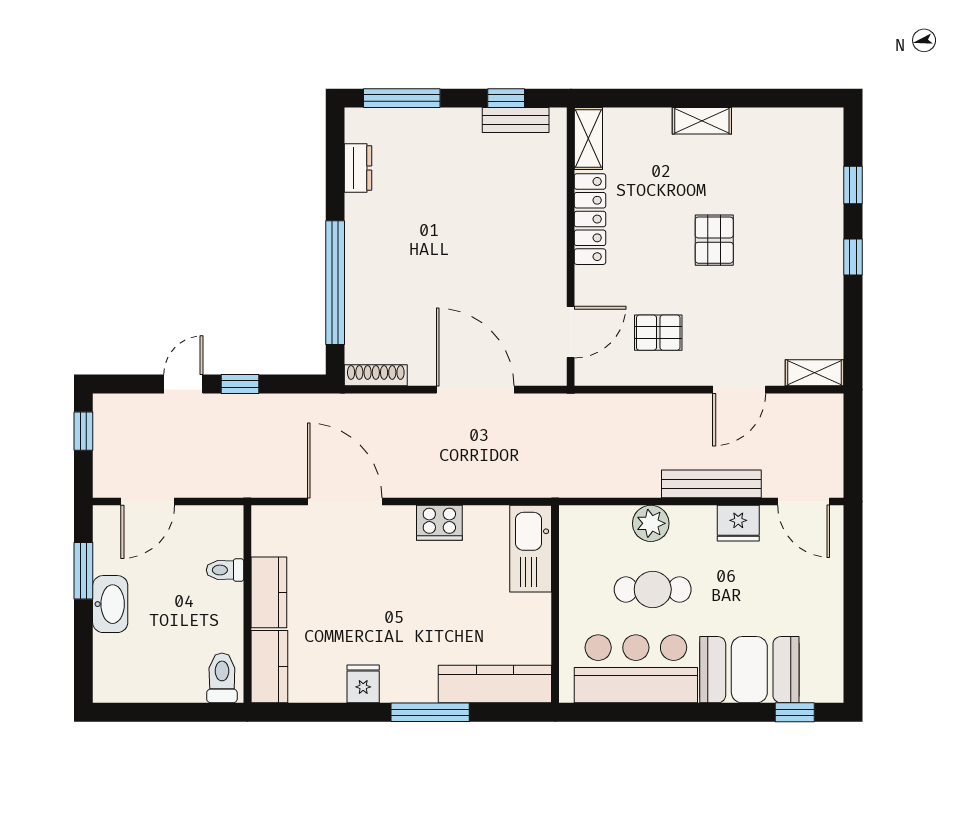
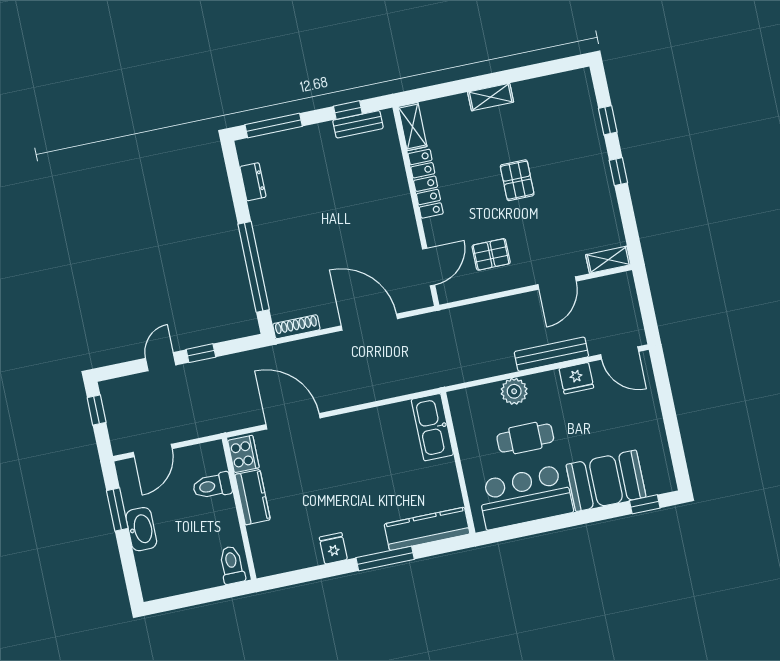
cooker: (439, 523) -> (243, 454), moved, turned -90
toilet: (225, 570) -> (212, 486), width x1.37, depth x1.39
kitchen counter: (269, 667) -> (264, 550), removed

